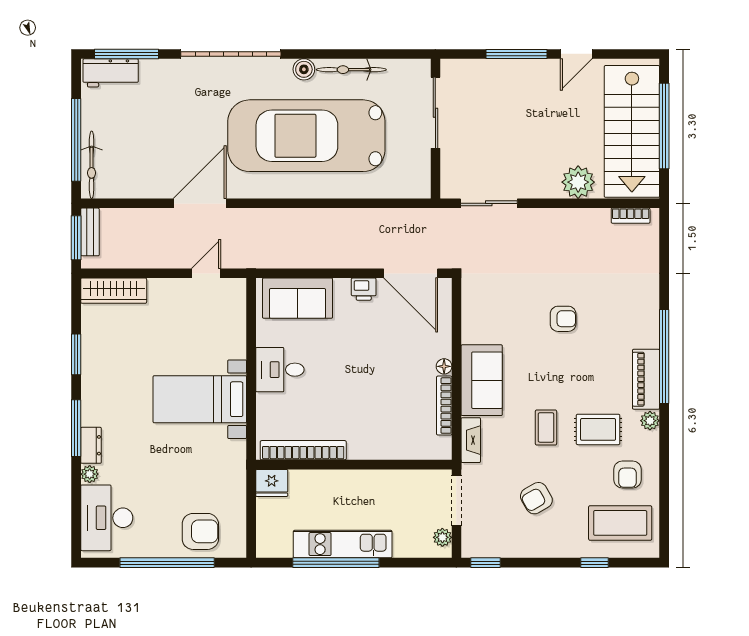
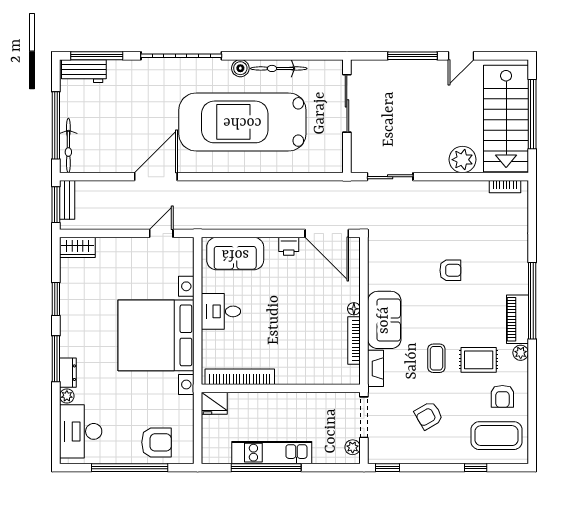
wardrobe: (114, 291) -> (77, 247), width x0.67
bed with nightstands: (200, 399) -> (156, 335), width x1.85

